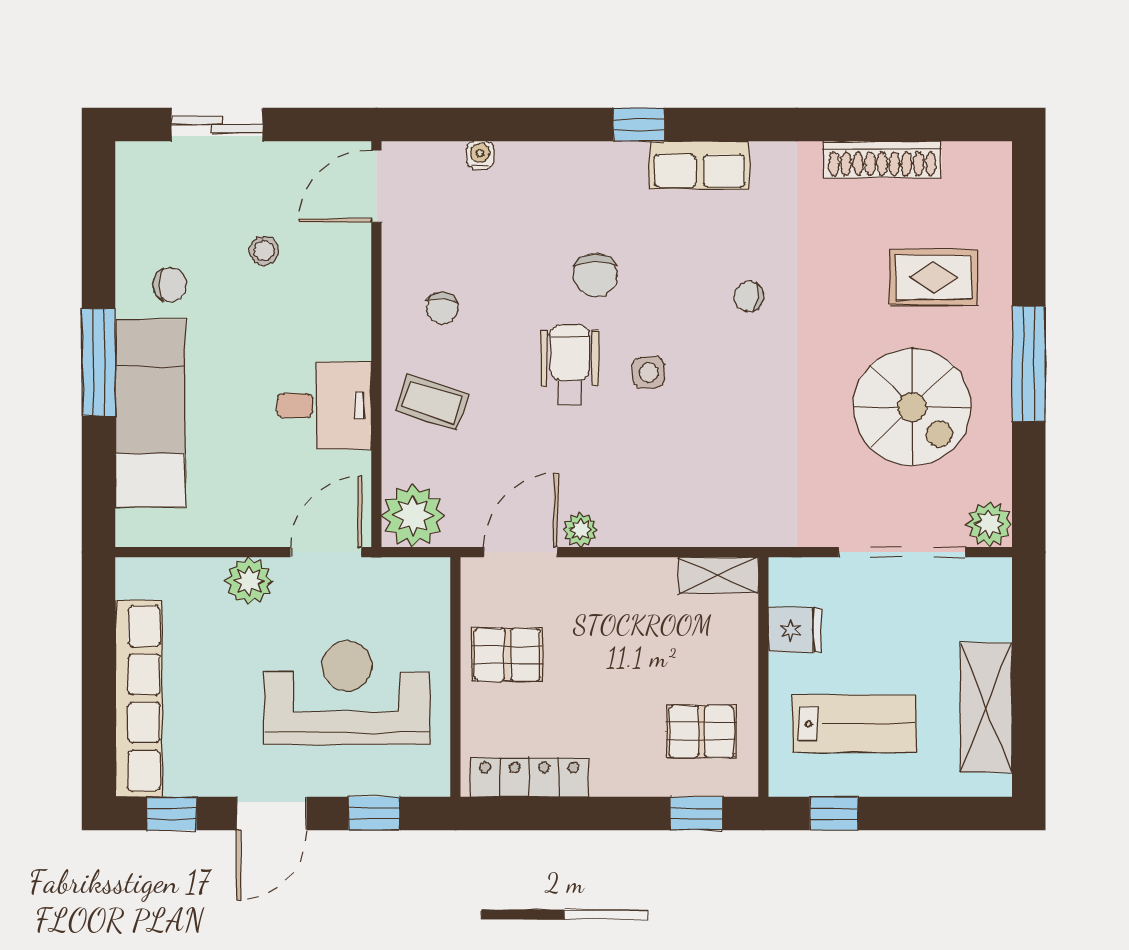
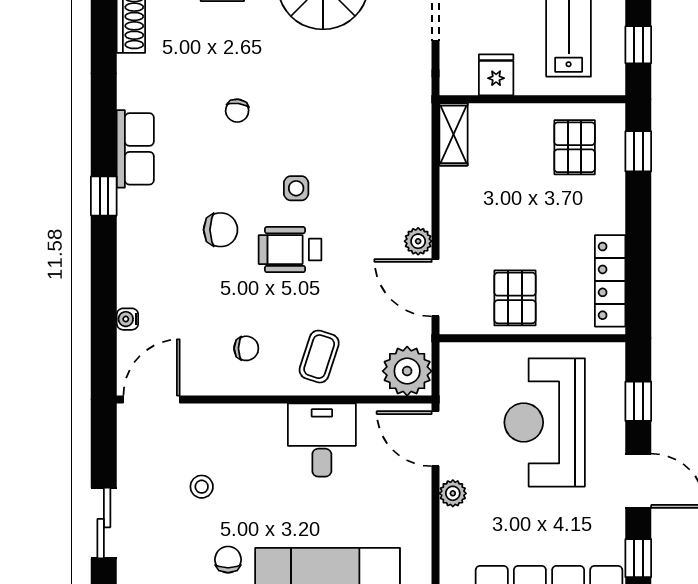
door: (376, 186) -> (152, 399), swing flipped
plant: (249, 581) -> (453, 493), width x0.73, depth x0.73

